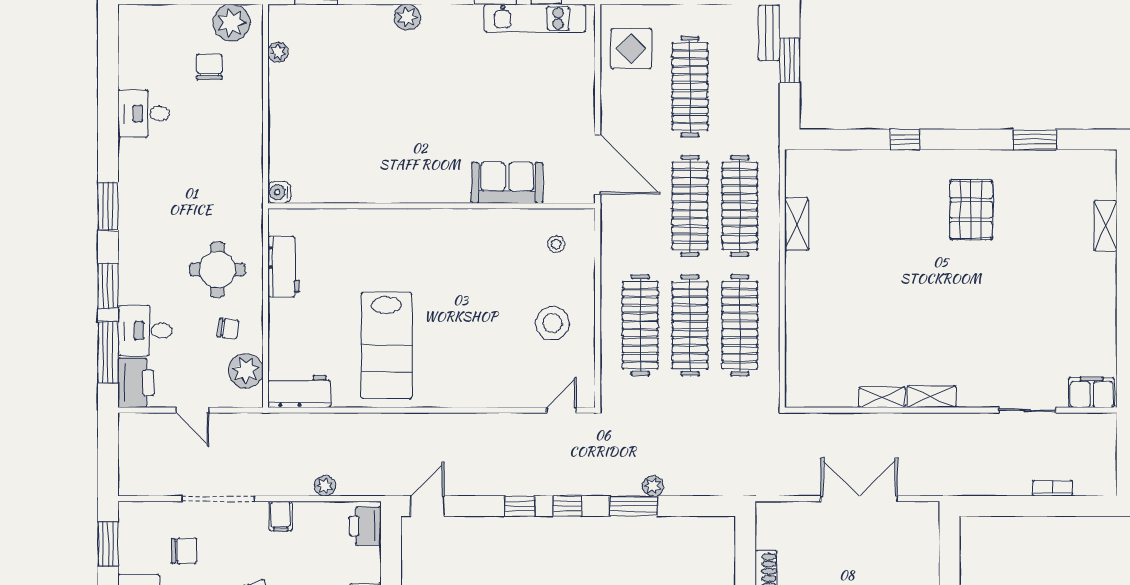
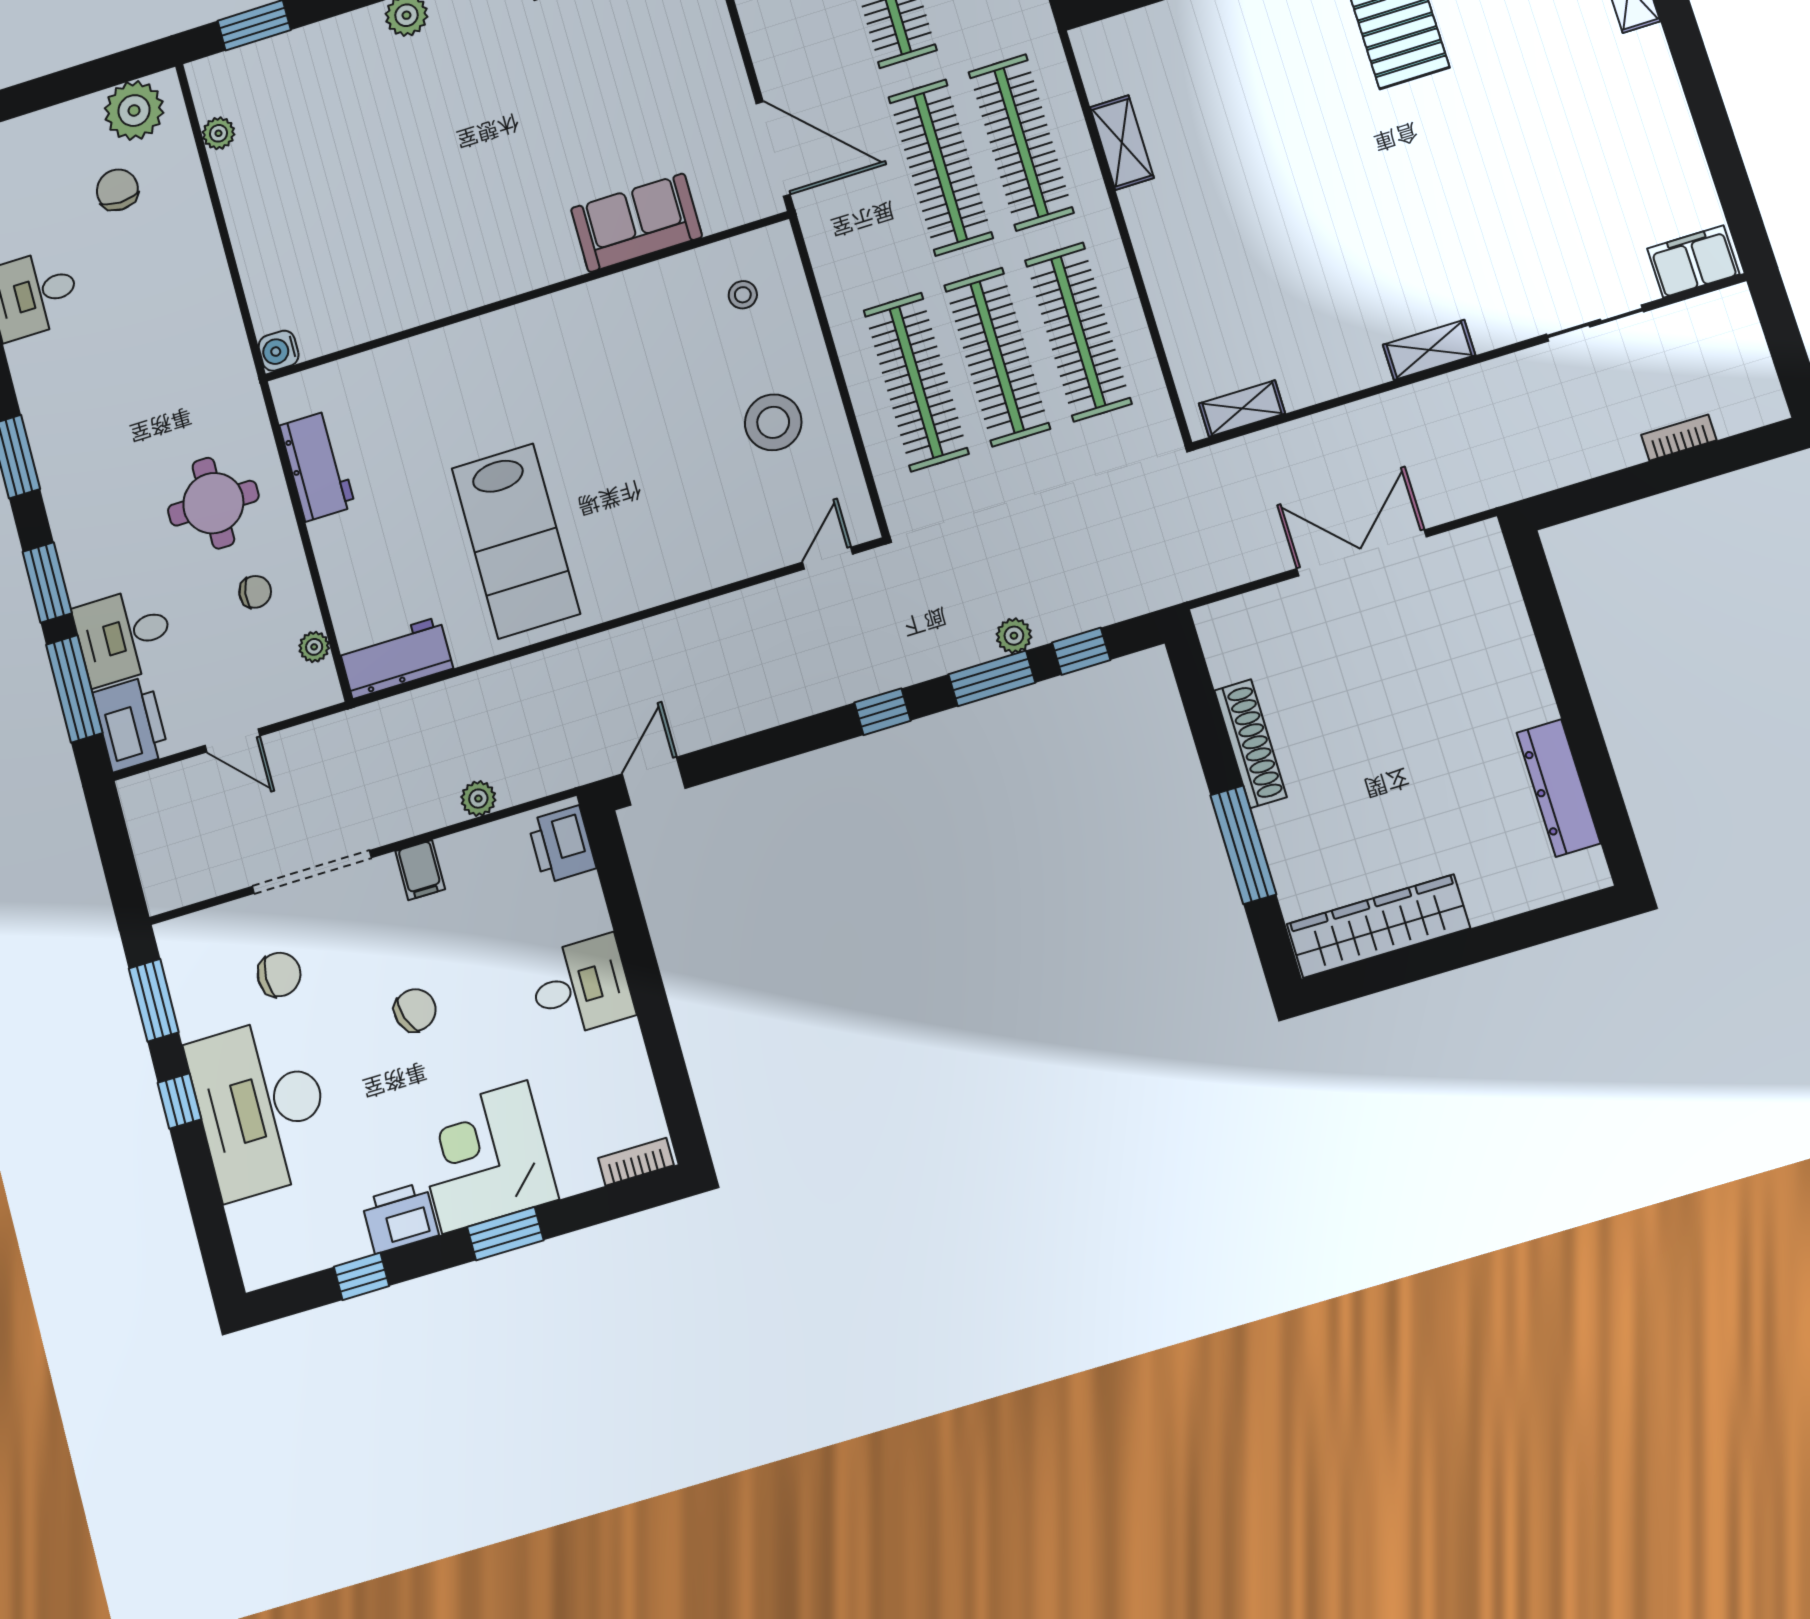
plant: (246, 371) -> (314, 647), width x0.53, depth x0.53
shelving: (882, 397) -> (1242, 408), moved
window: (520, 506) -> (1081, 651), moved

